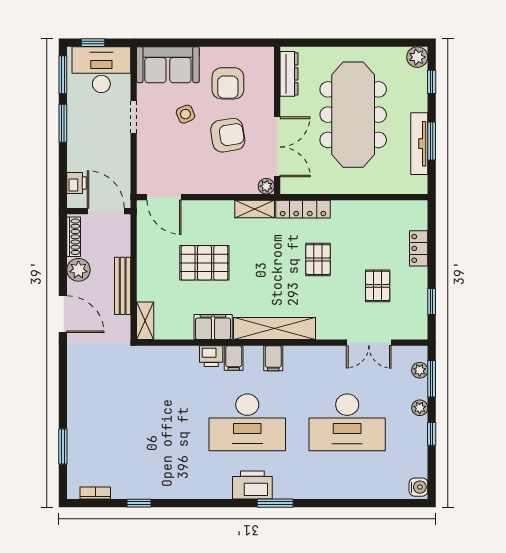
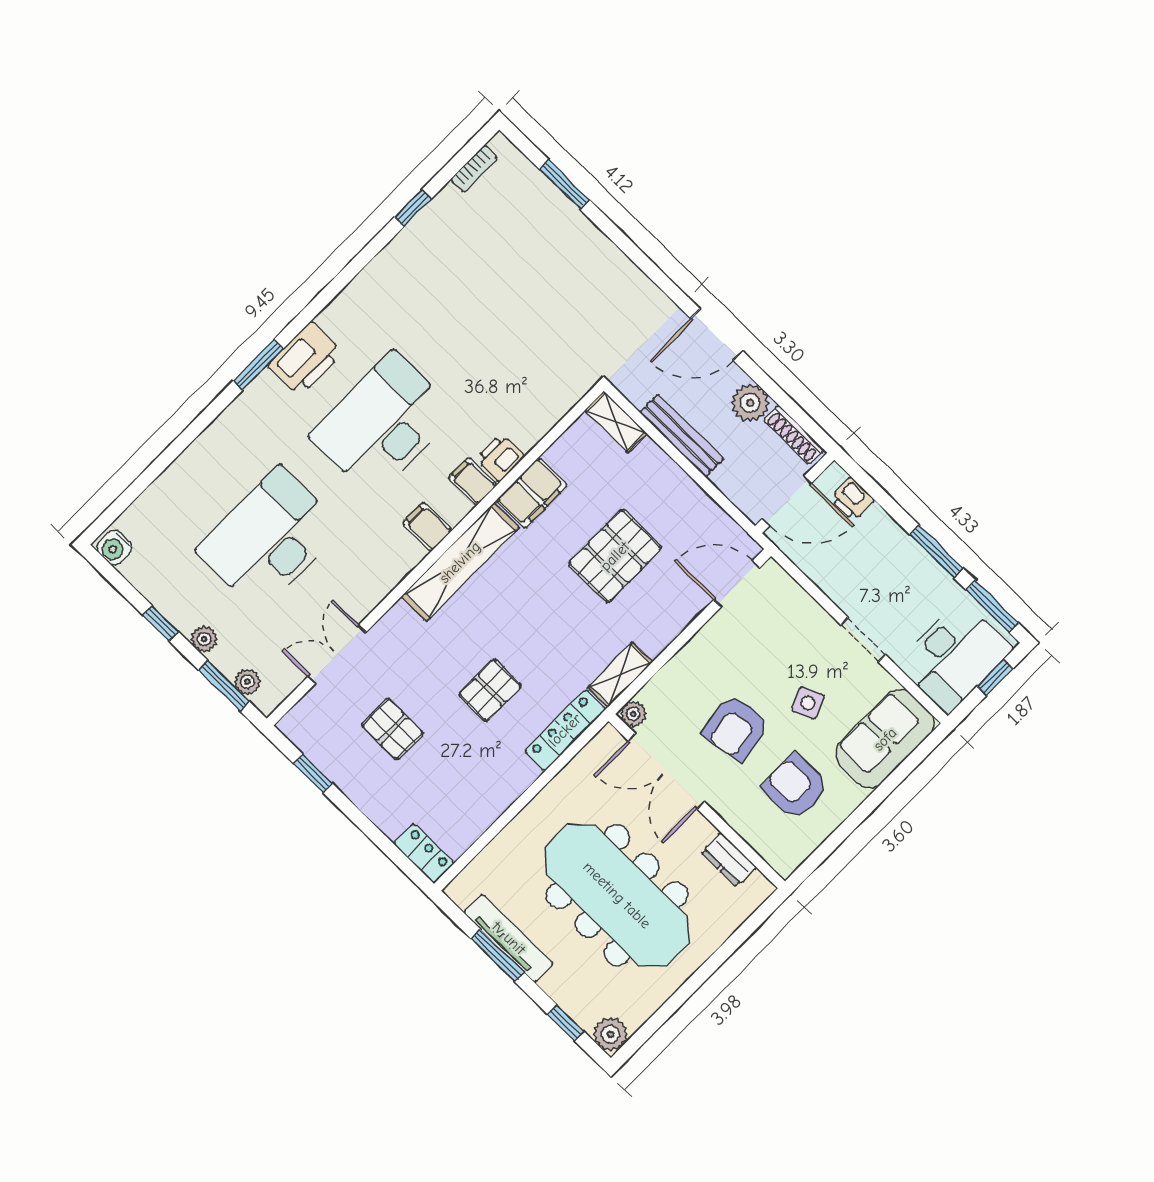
dresser: (289, 74) -> (729, 860), width x0.70
locker: (419, 248) -> (424, 853), moved
pallet: (318, 260) -> (490, 690), turned 90

